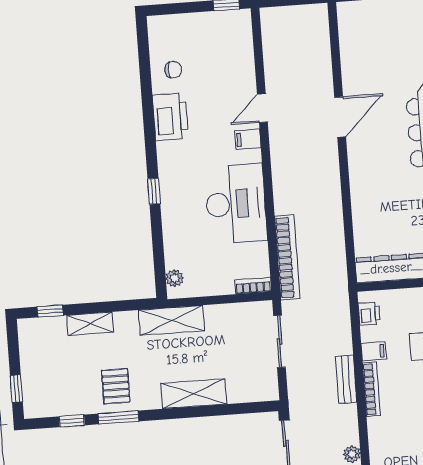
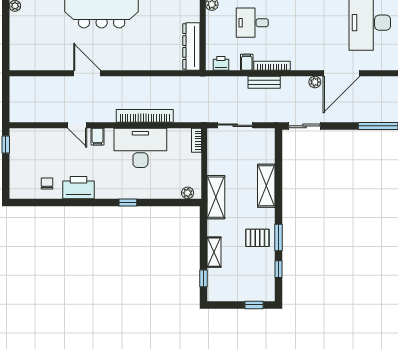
bookcase: (287, 257) -> (145, 116), moved

